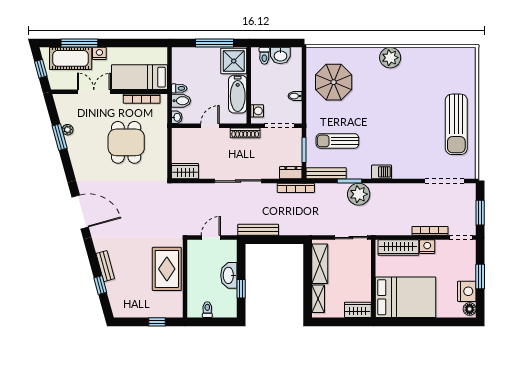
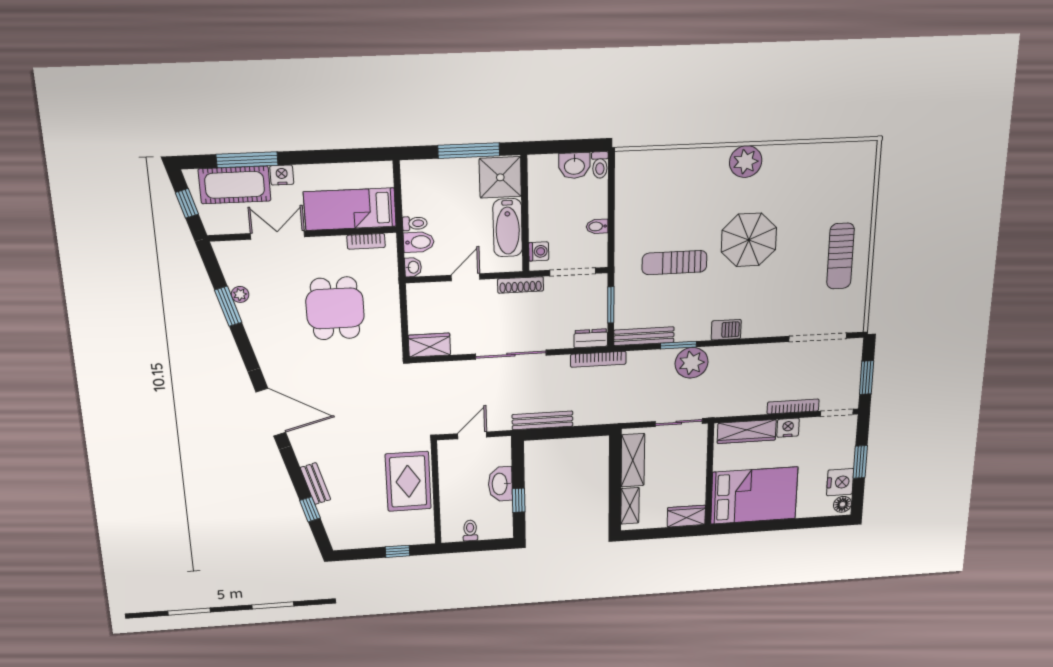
toilet: (264, 56) -> (600, 165), moved
parasol: (334, 82) -> (749, 240), moved
bookcase: (142, 99) -> (366, 241), width x0.64
sun lounger: (456, 124) -> (840, 256), width x0.73, depth x0.75
sun lounger: (337, 141) -> (674, 263), moved

